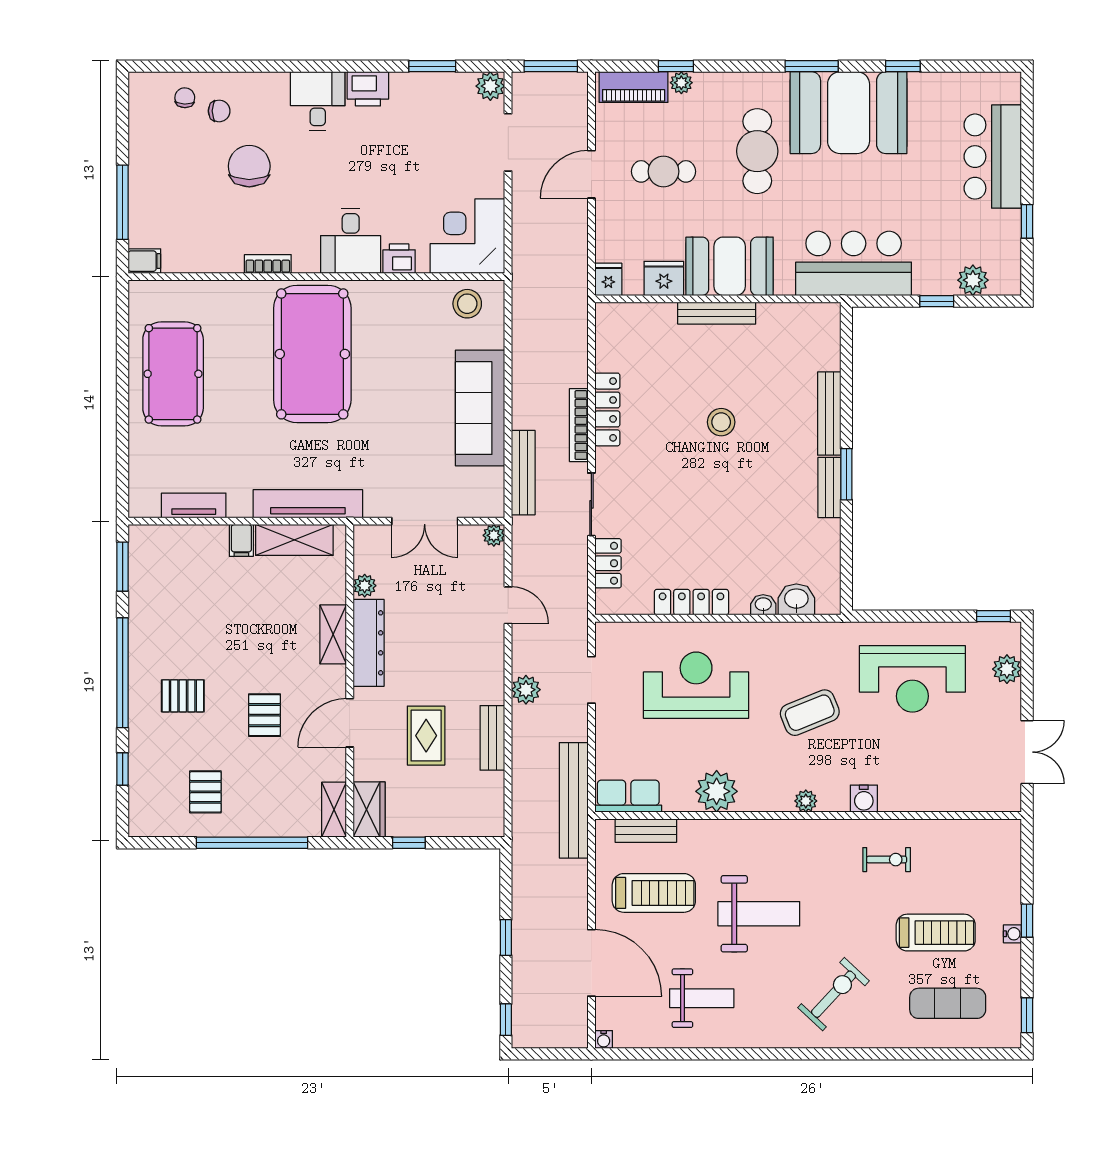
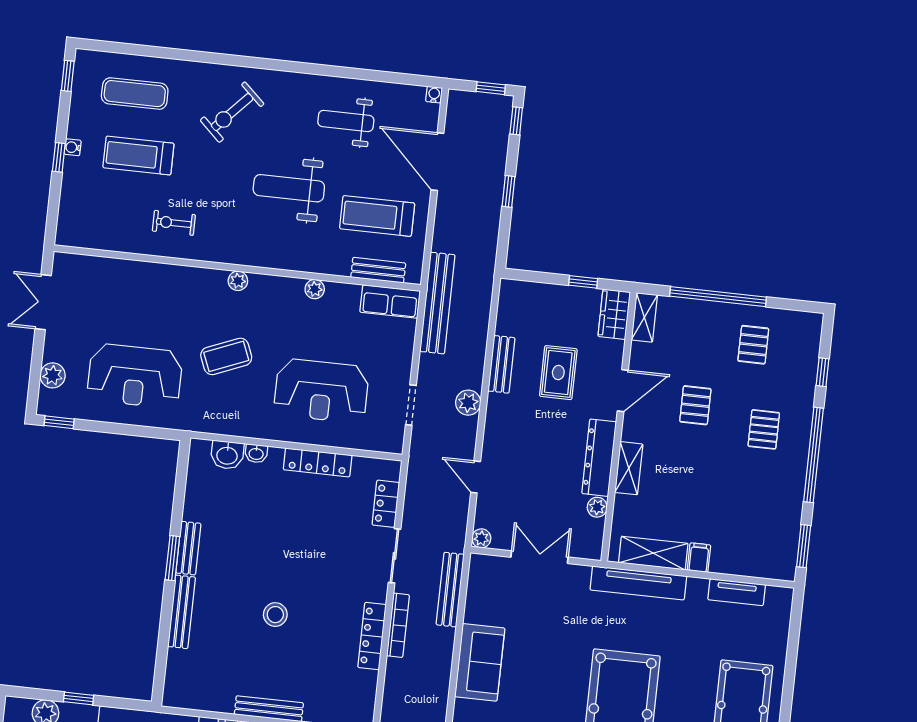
sofa: (480, 408) -> (480, 662), width x0.73
reception desk: (912, 679) -> (135, 376), turned 180
pallet: (183, 696) -> (764, 429), turned 90
plant: (717, 791) -> (315, 289), width x0.53, depth x0.53
water cooler: (864, 799) -> (188, 277), removed
window: (539, 1054) -> (491, 88), added

